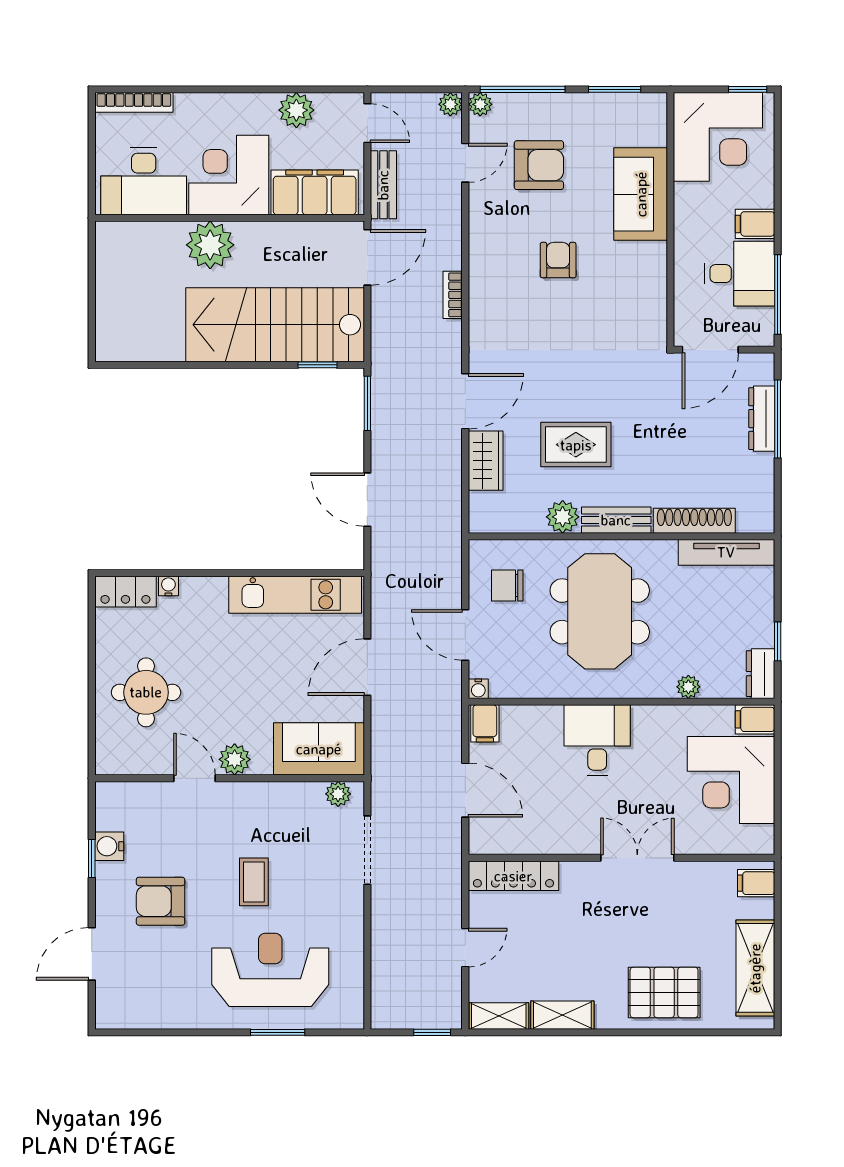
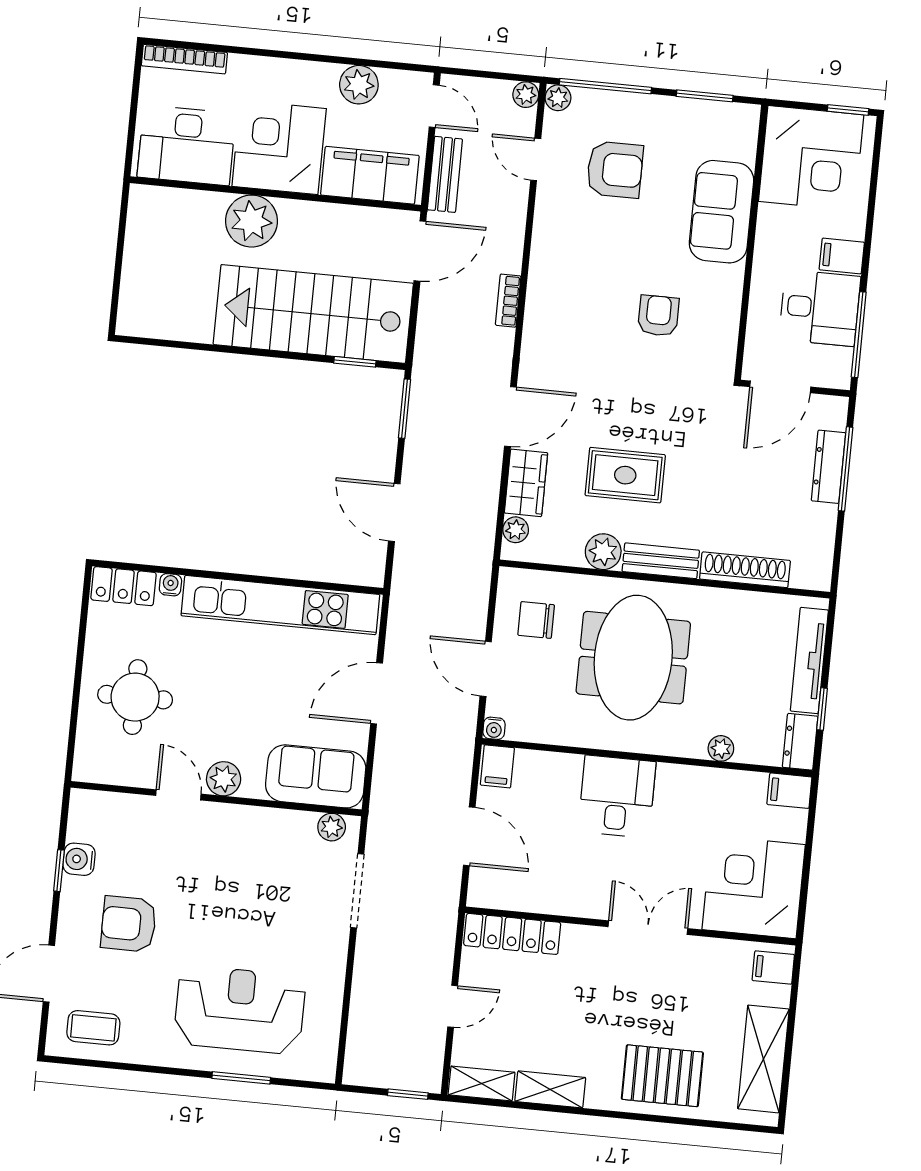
door: (465, 163) -> (536, 159), swing flipped
armchair: (558, 260) -> (658, 316), moved
plant: (480, 505) -> (516, 530), added
tv unit: (726, 552) -> (809, 660), moved, turned 90
kitchen unit: (295, 595) -> (280, 605), width x1.36
corner desk: (731, 780) -> (754, 887), moved, turned 90
coffee table: (254, 882) -> (93, 1028), moved, turned 90

